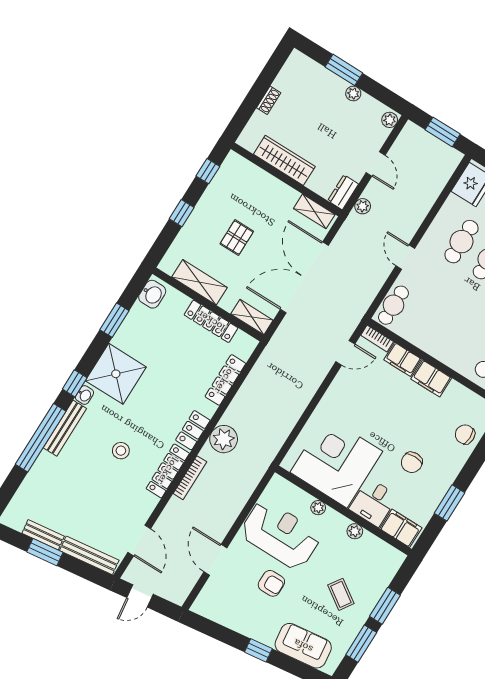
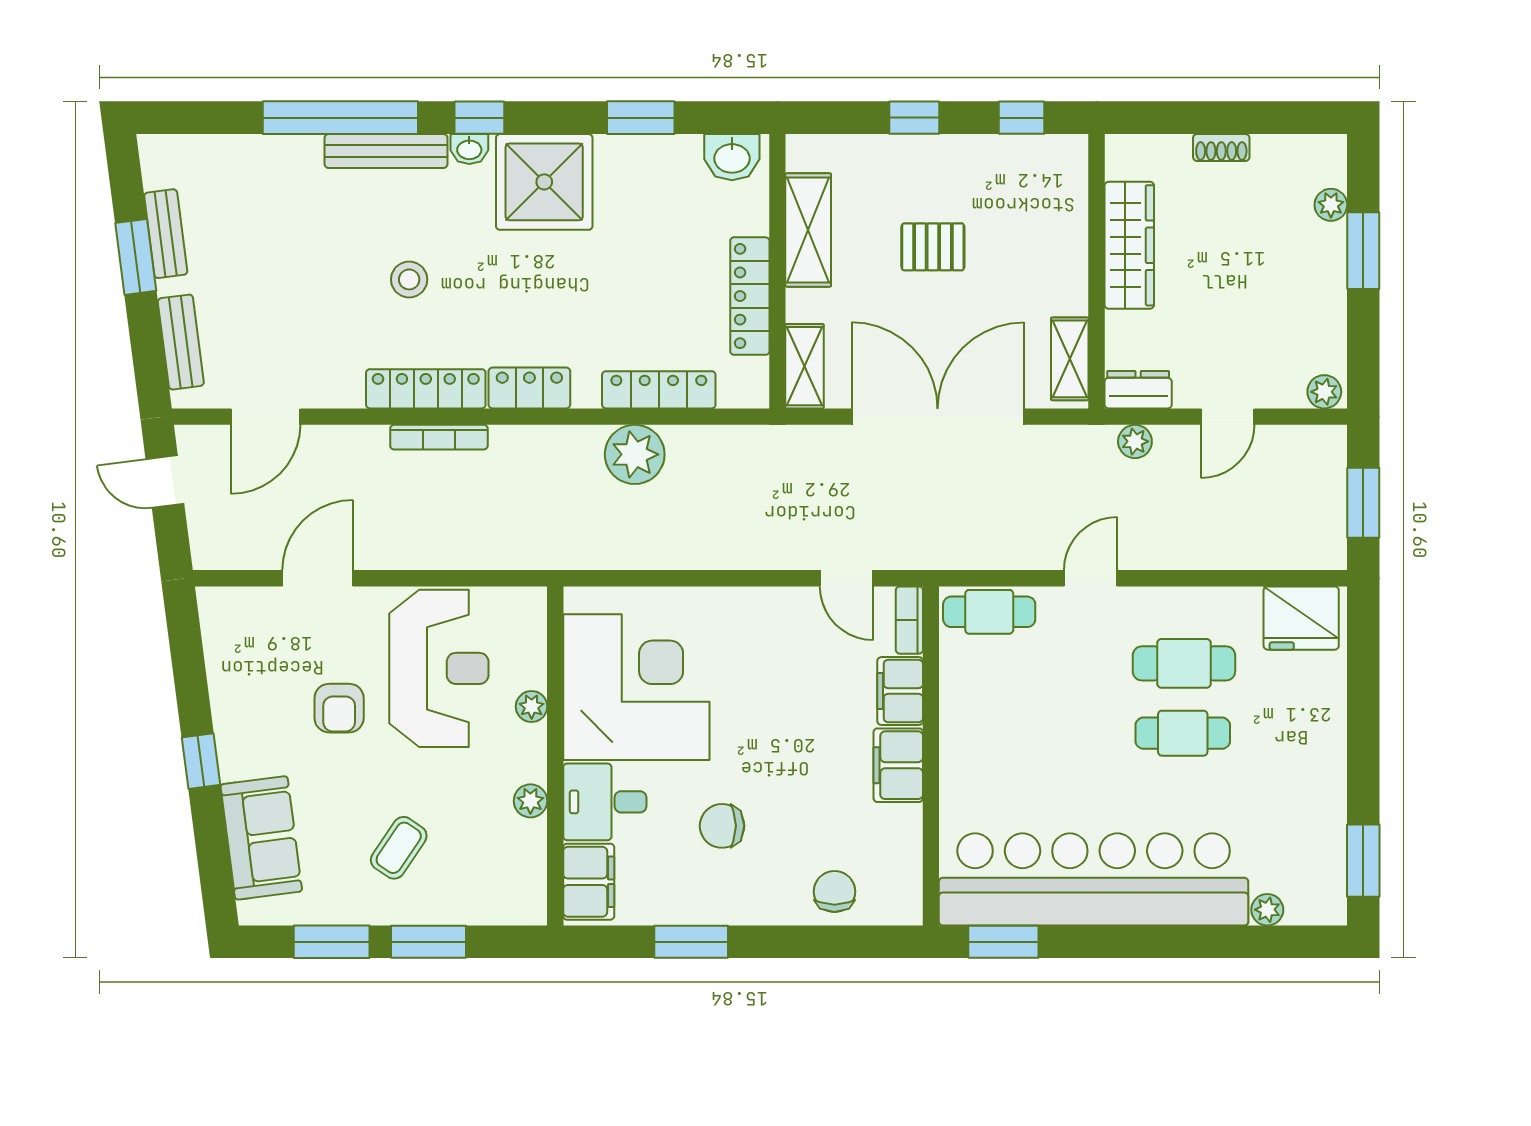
plant: (353, 93) -> (1331, 205), moved
plant: (224, 439) -> (635, 454), moved
bench: (89, 555) -> (181, 342), width x0.73

